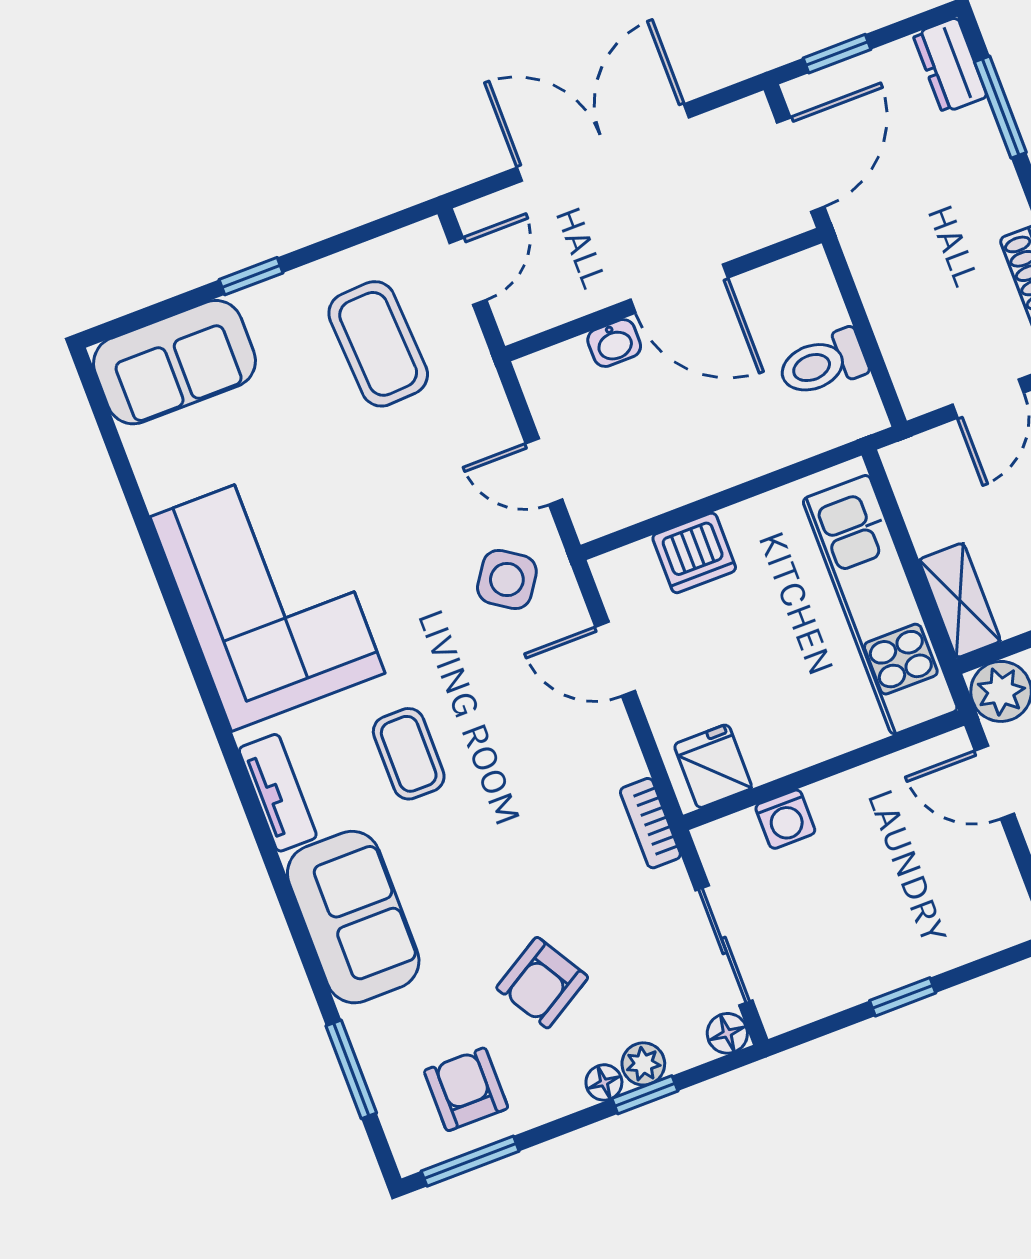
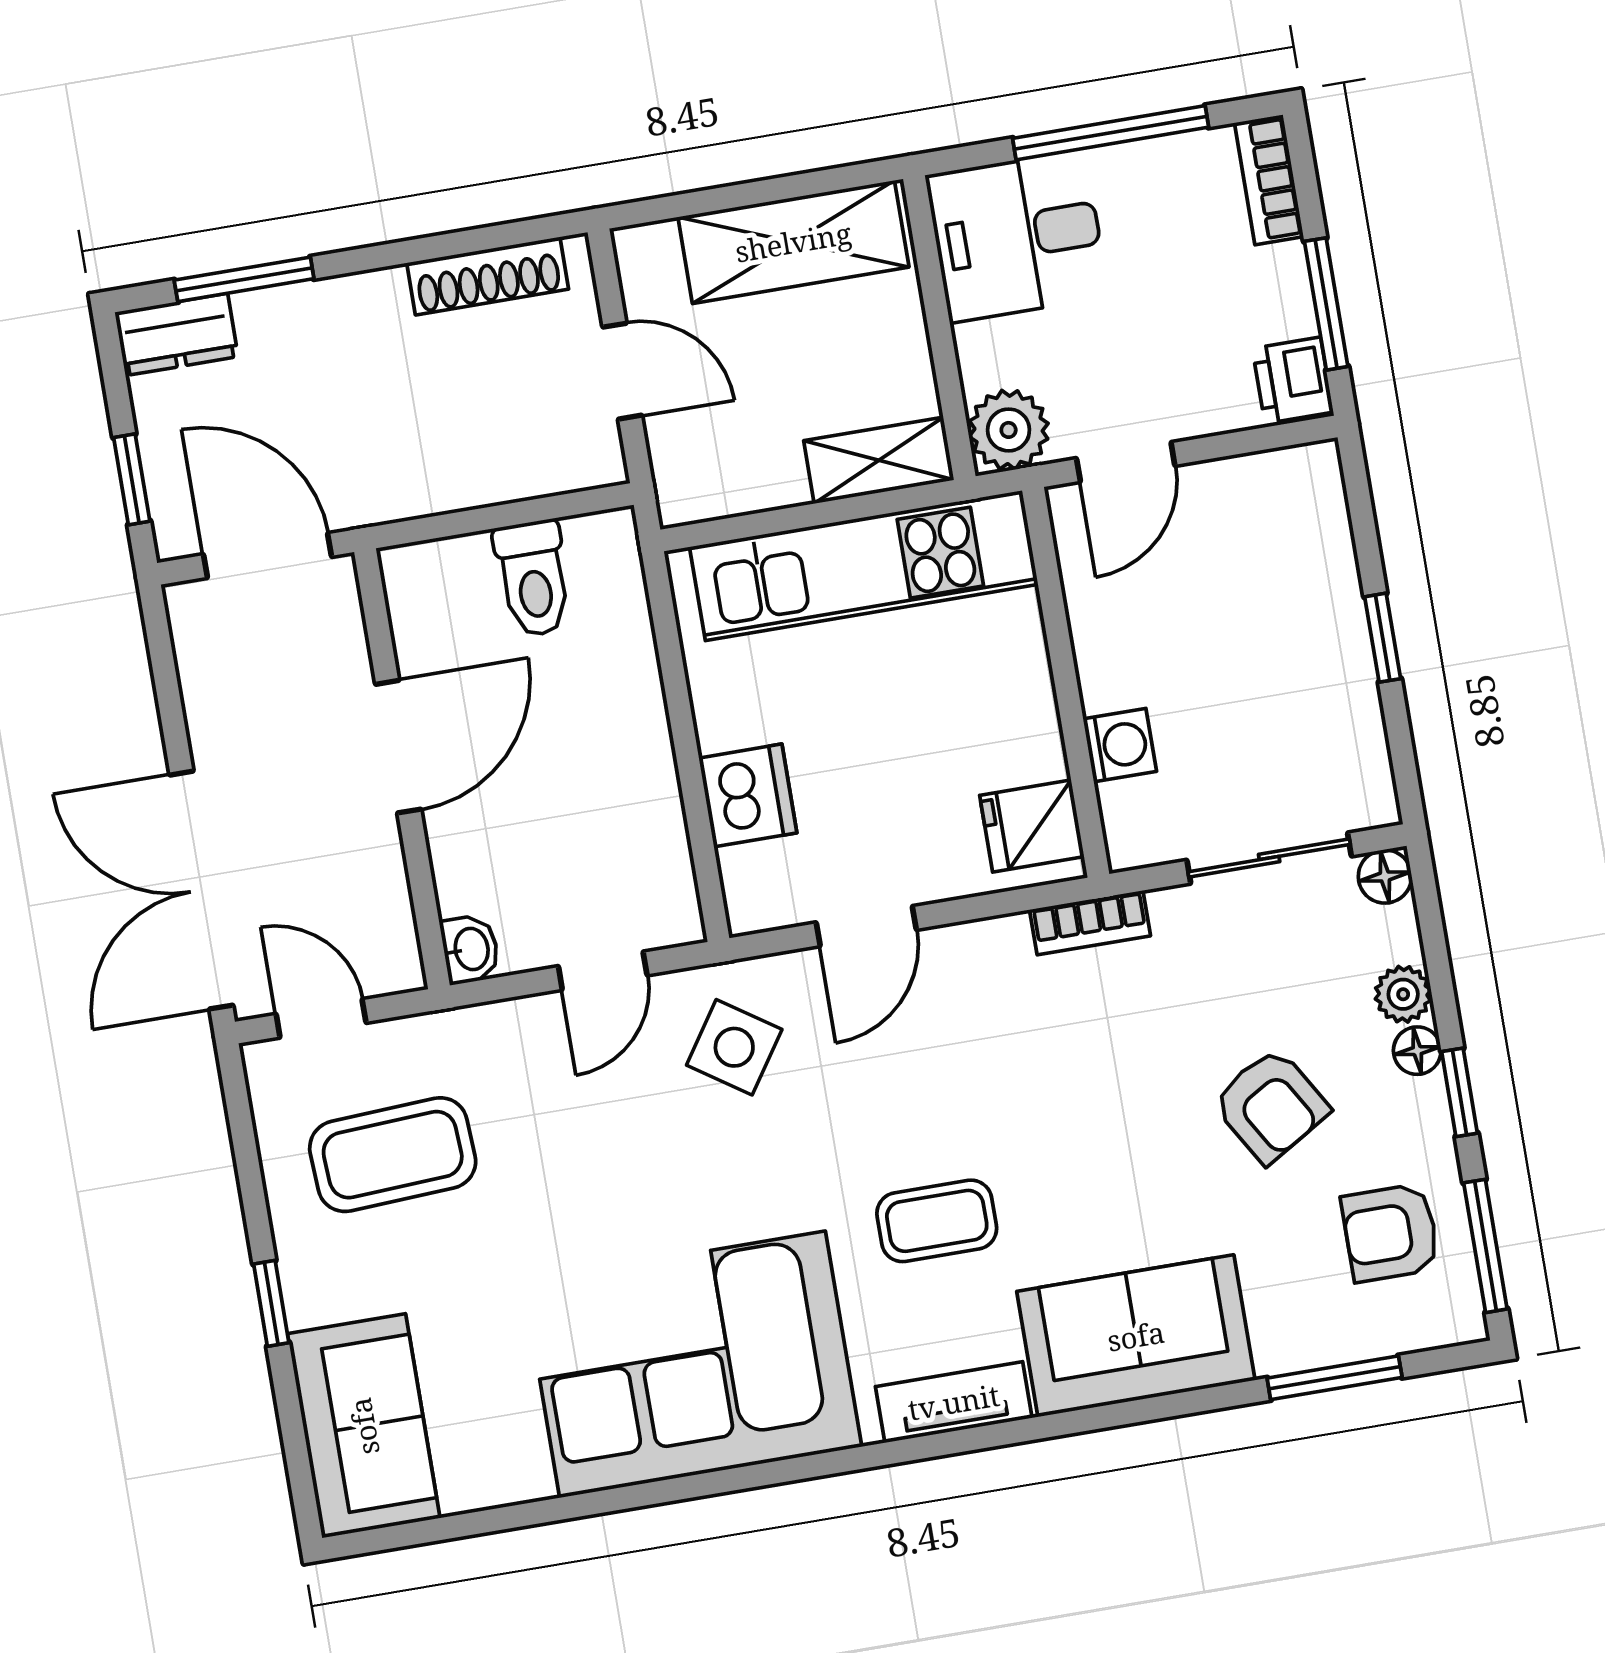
double door: (603, 143) -> (201, 890), moved
washbasin: (614, 343) -> (470, 949), moved
window: (645, 1095) -> (1459, 1092), moved

